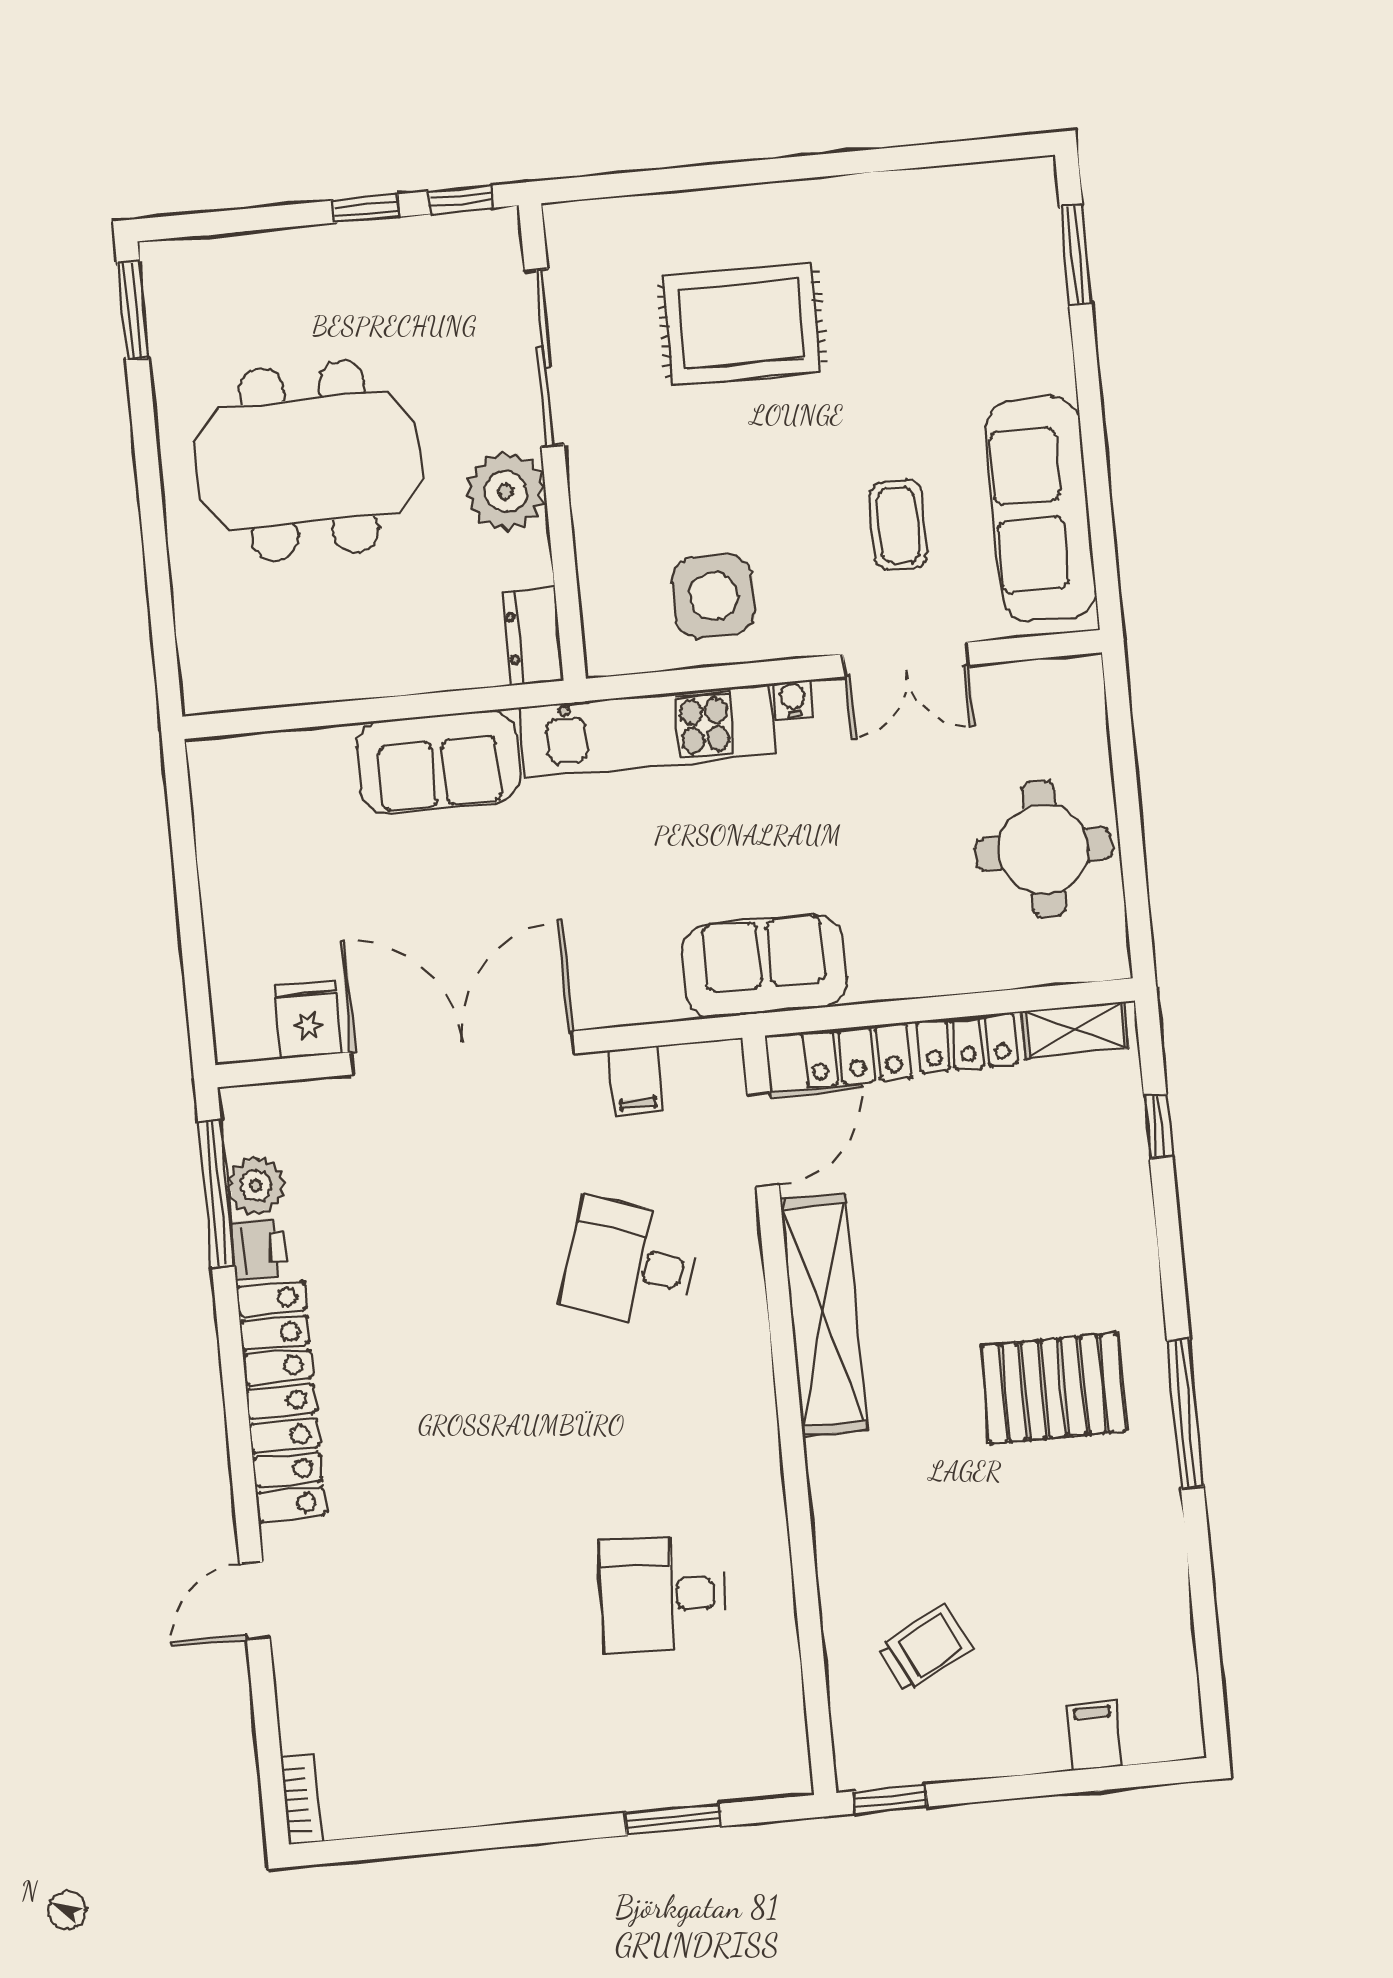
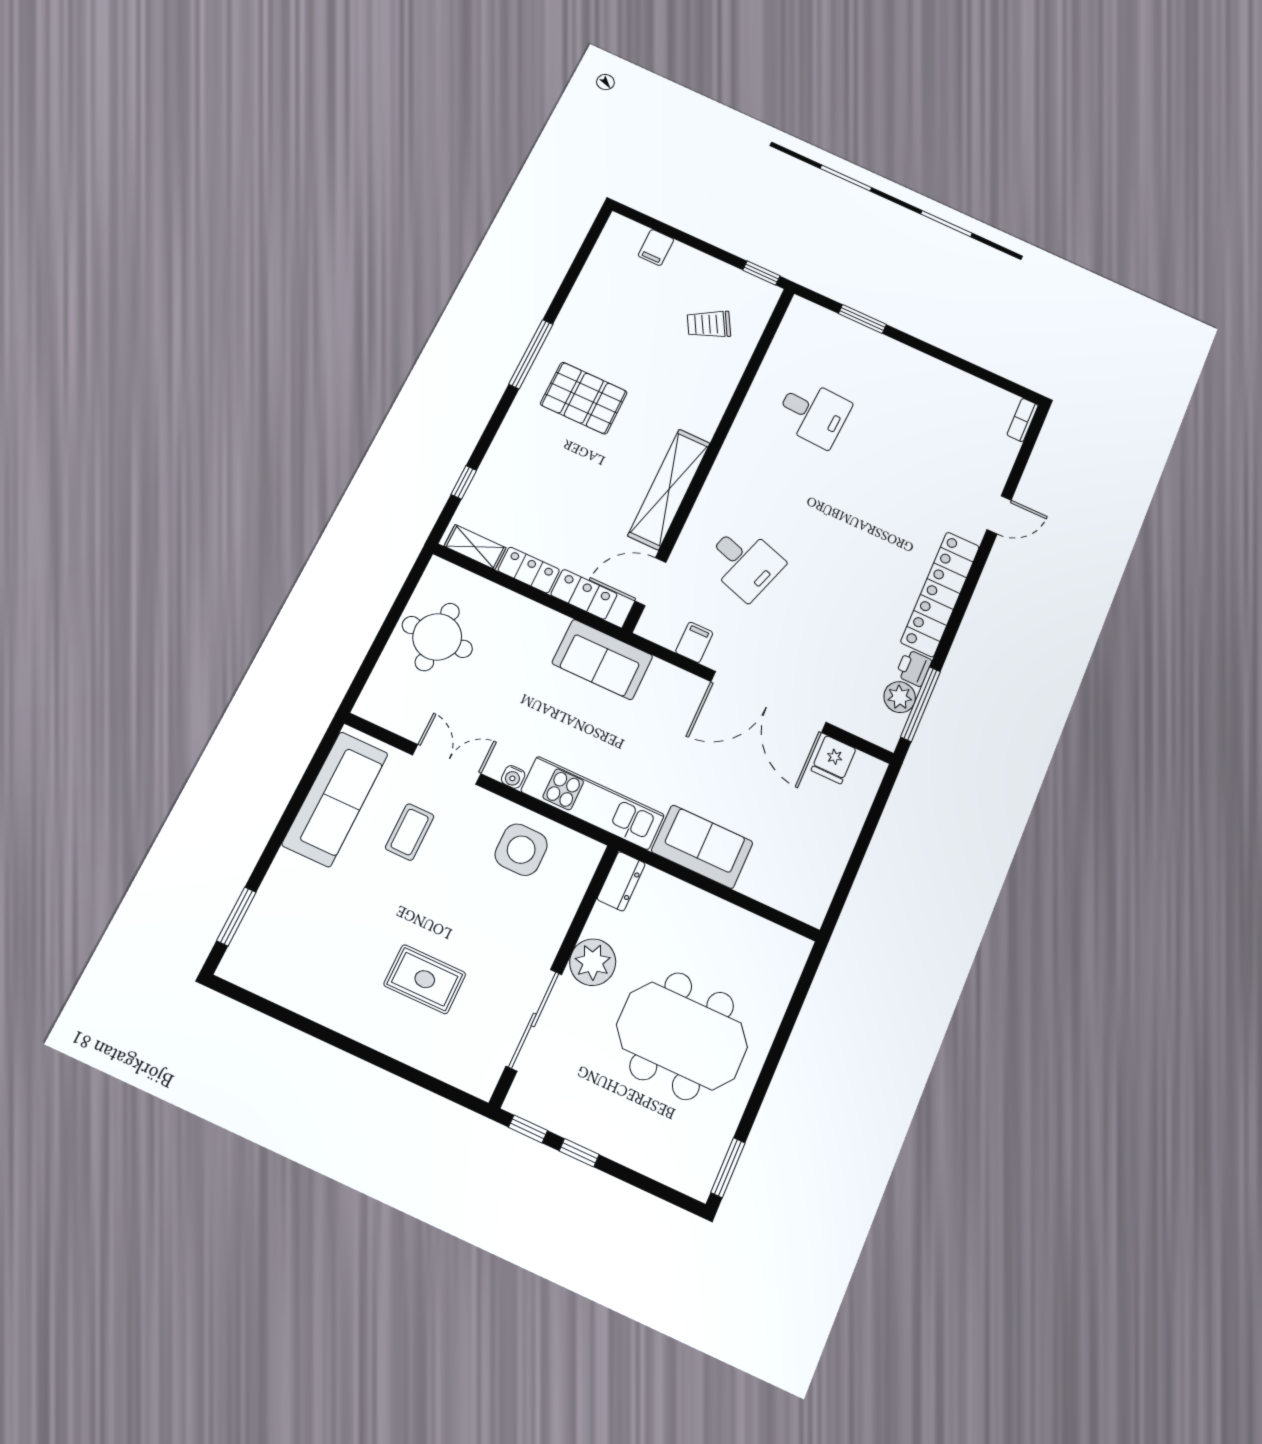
rug: (742, 324) -> (425, 979), width x0.73, depth x0.70

